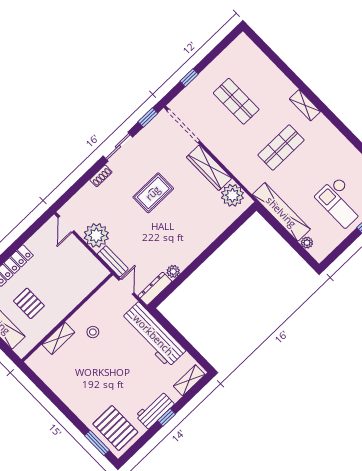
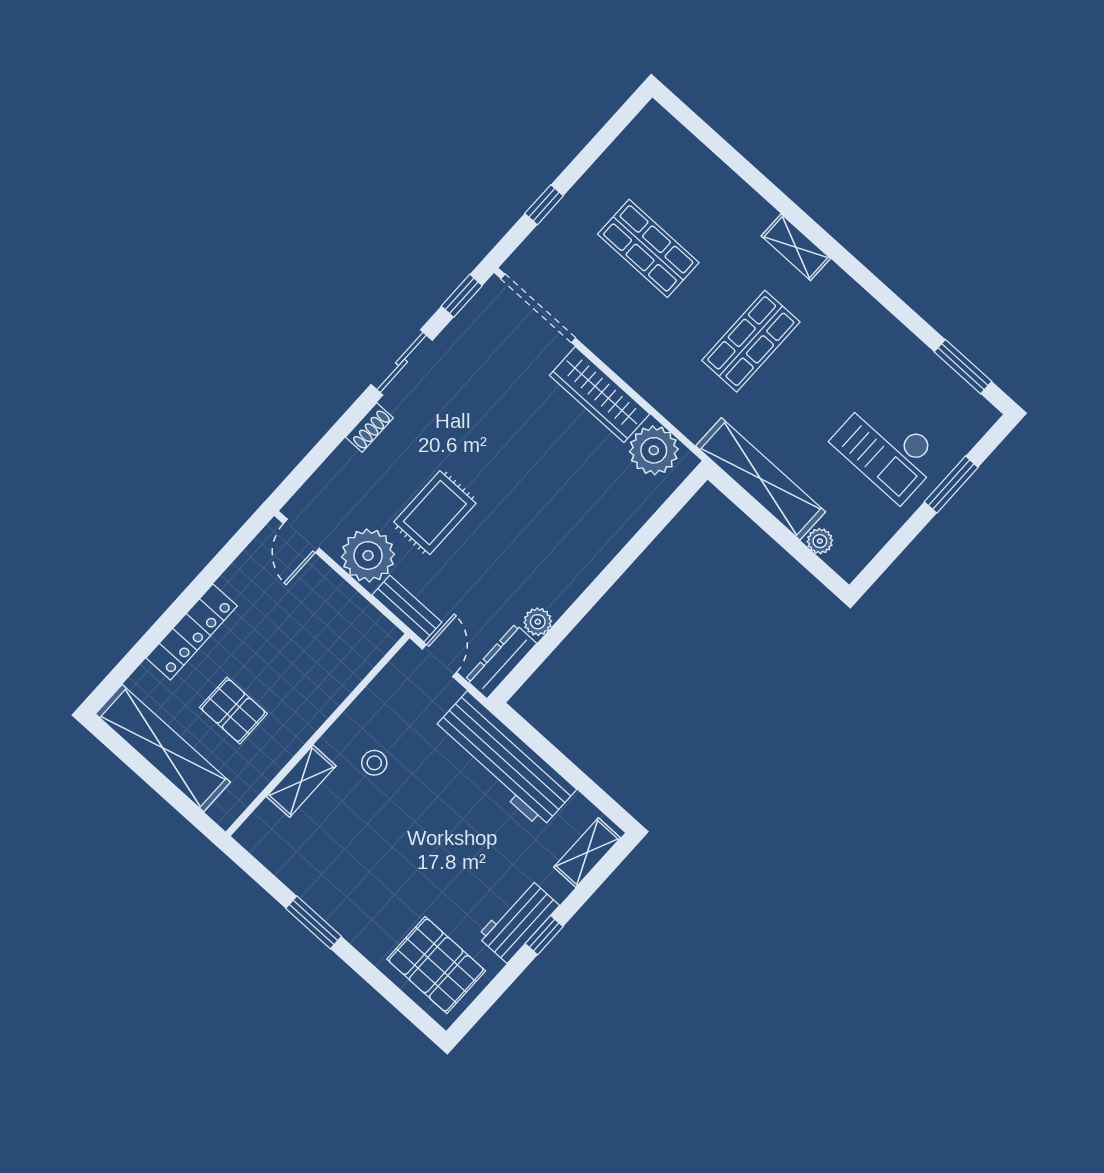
rug: (153, 193) -> (435, 513), moved
window: (97, 443) -> (314, 922), moved

